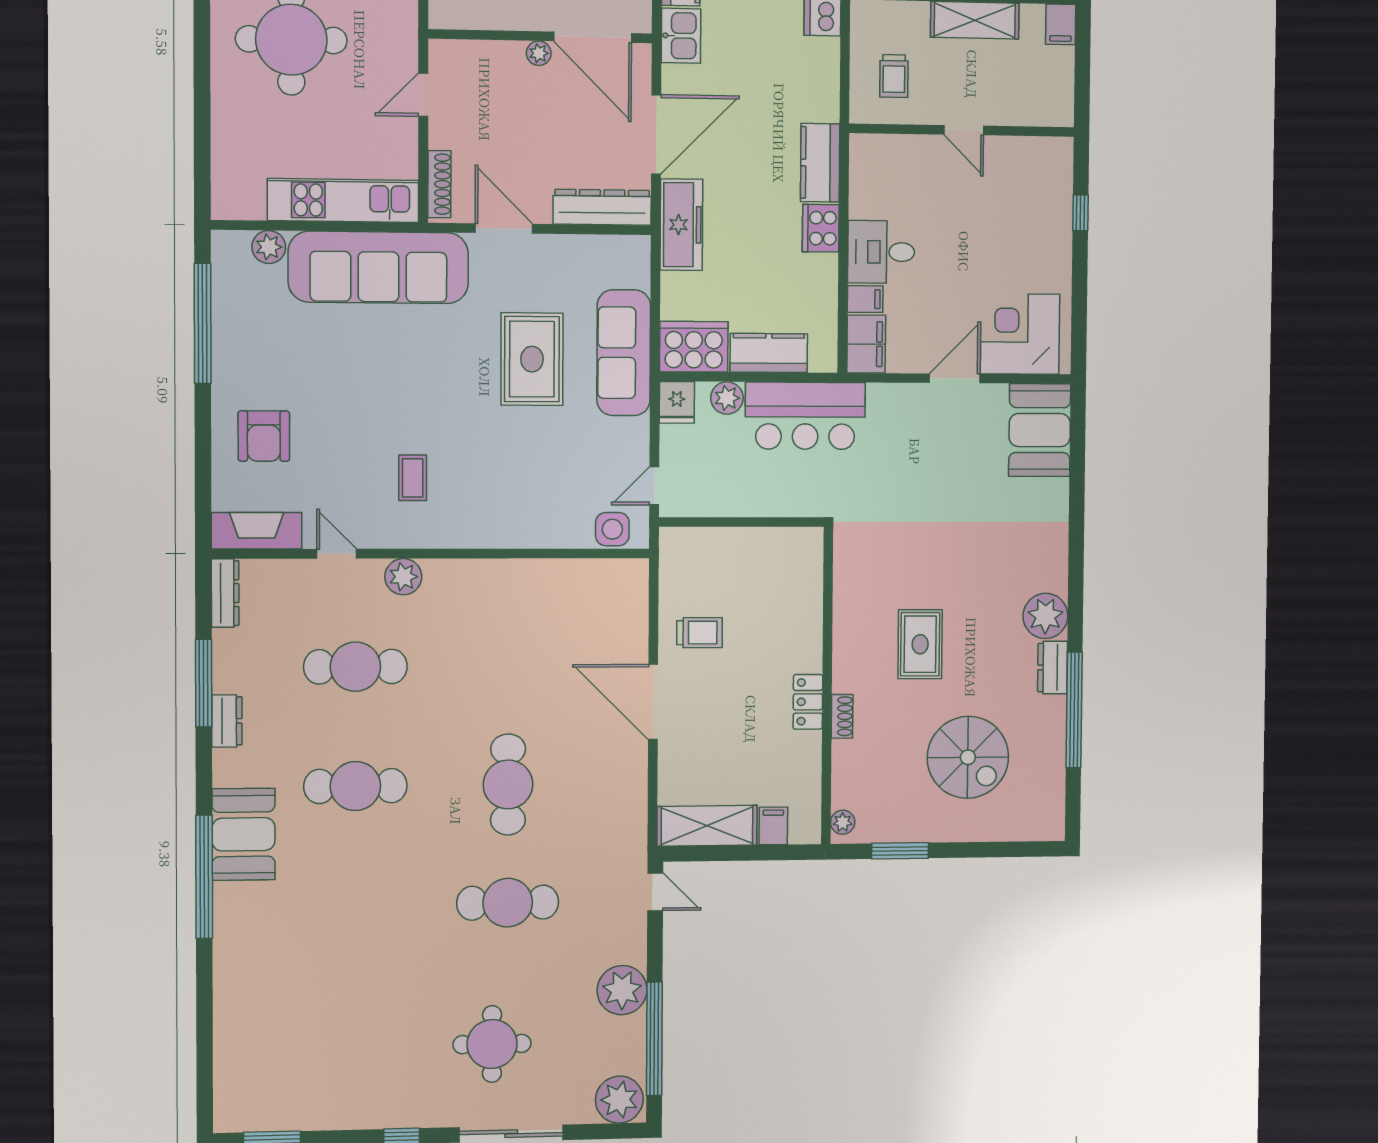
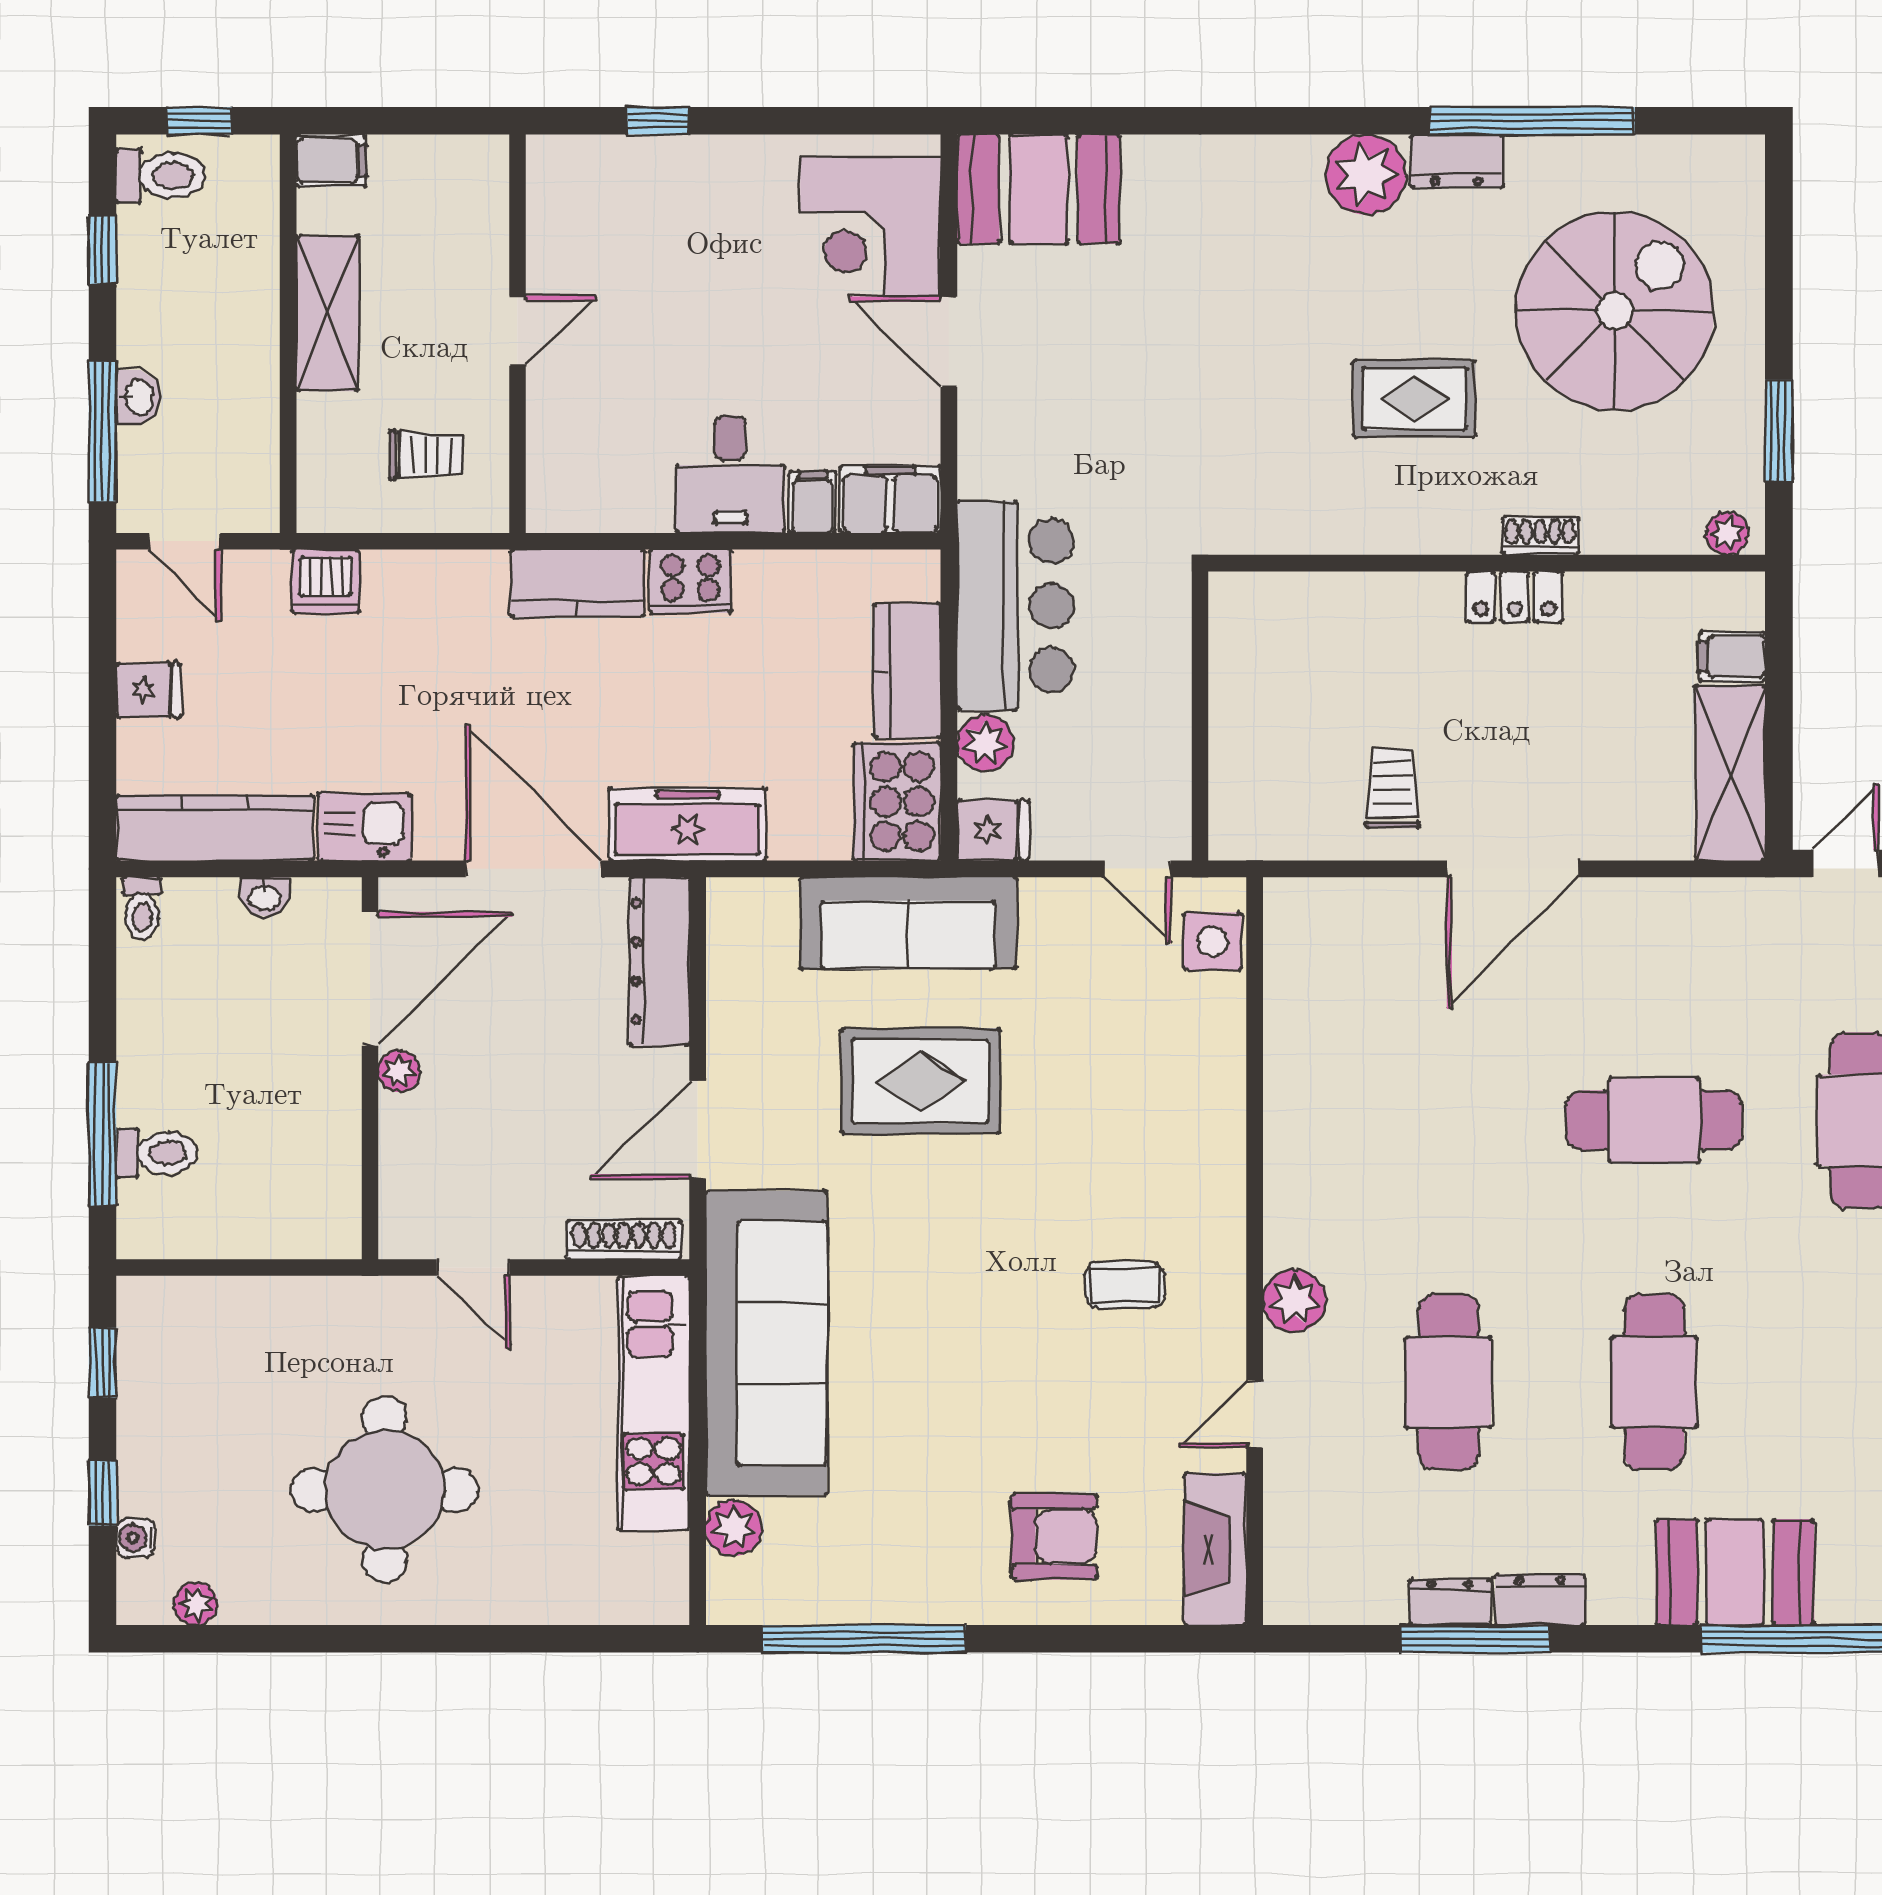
dresser: (225, 593) -> (1450, 1602), moved, width x0.70
spiral stairs: (968, 757) -> (1615, 311), width x1.37, depth x1.37

